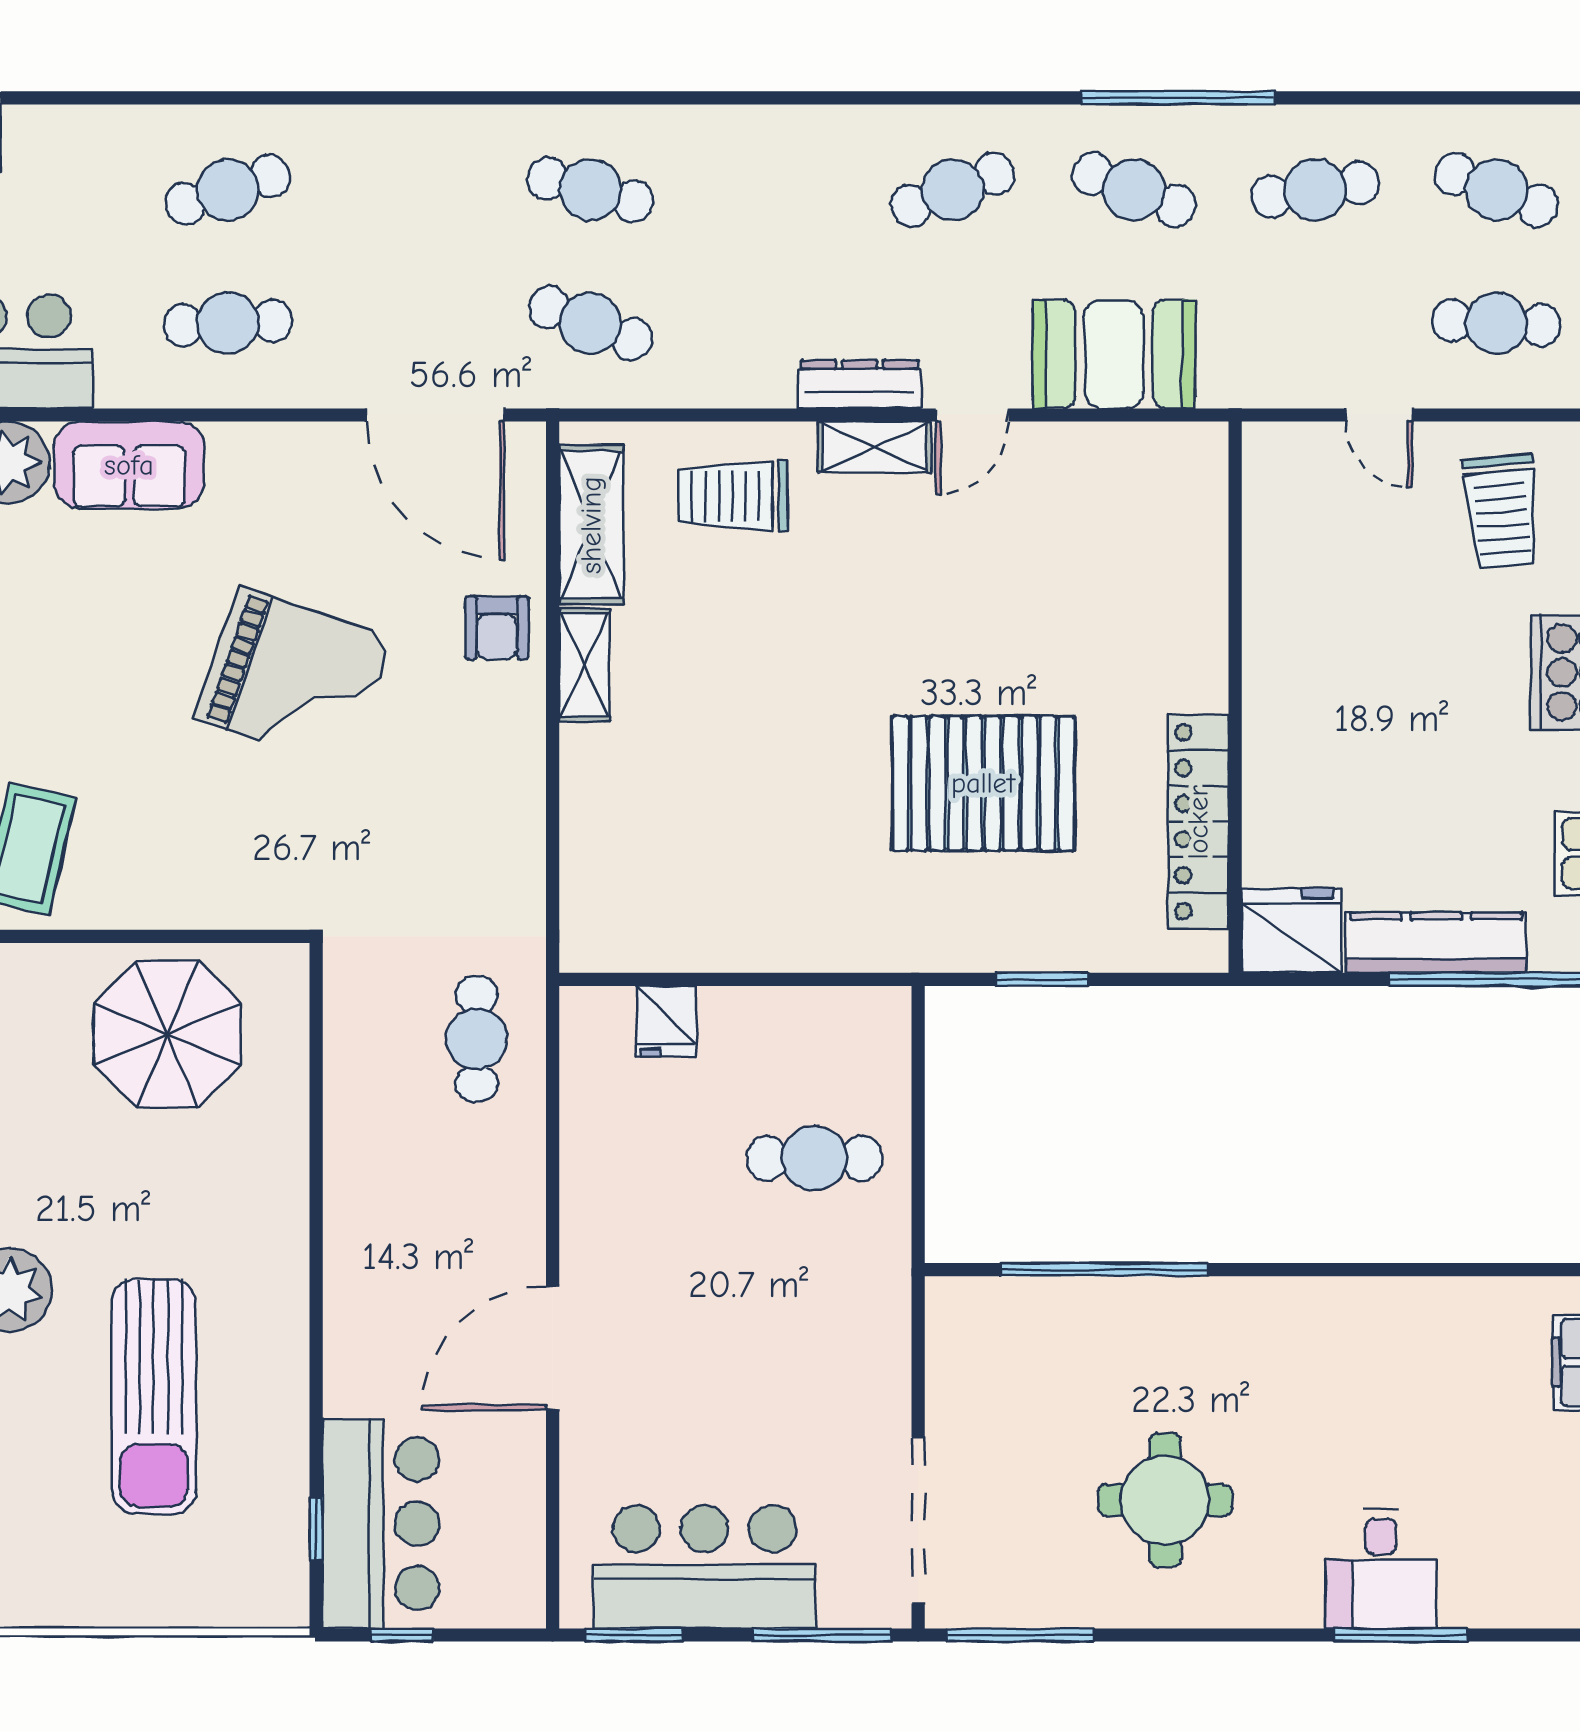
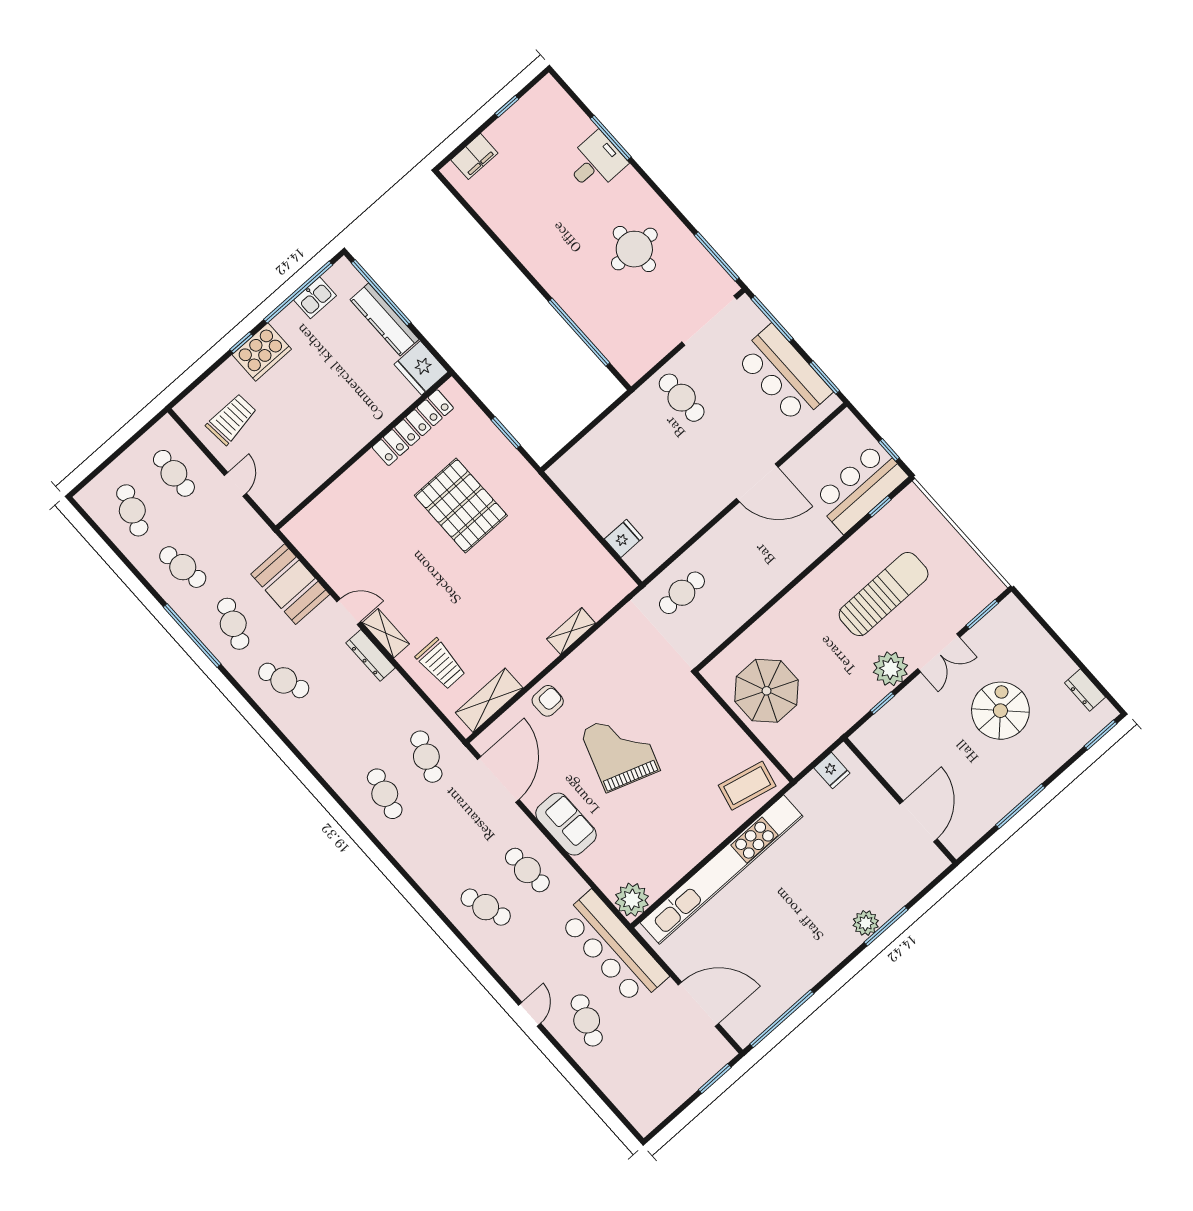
sofa: (129, 465) -> (566, 824), moved
shelving: (584, 665) -> (571, 631), moved
cafe table: (814, 1158) -> (682, 398), moved

